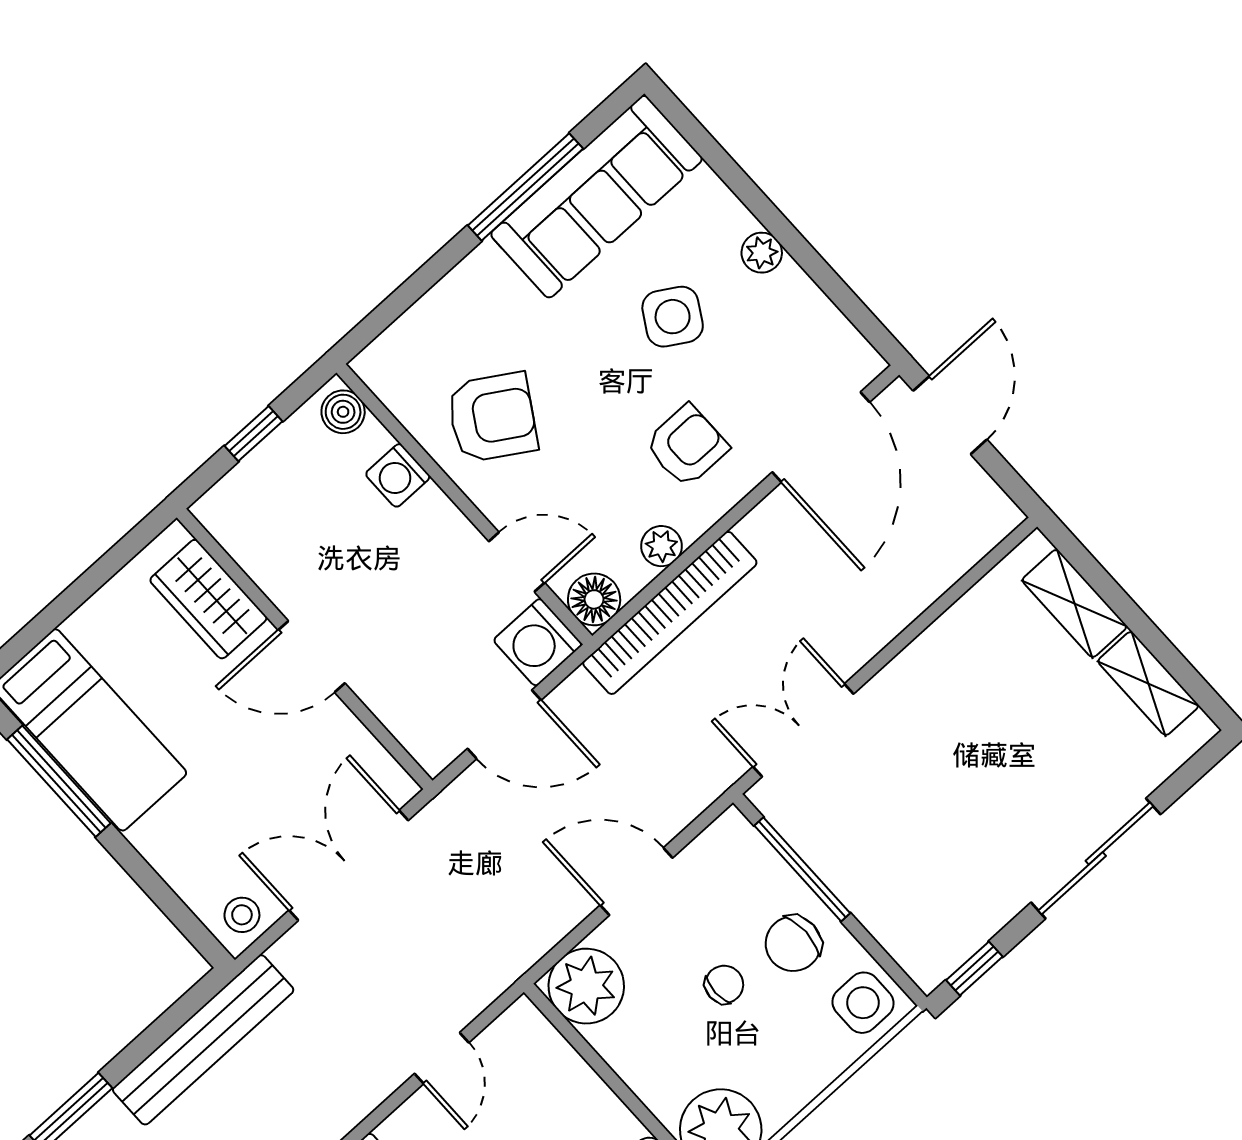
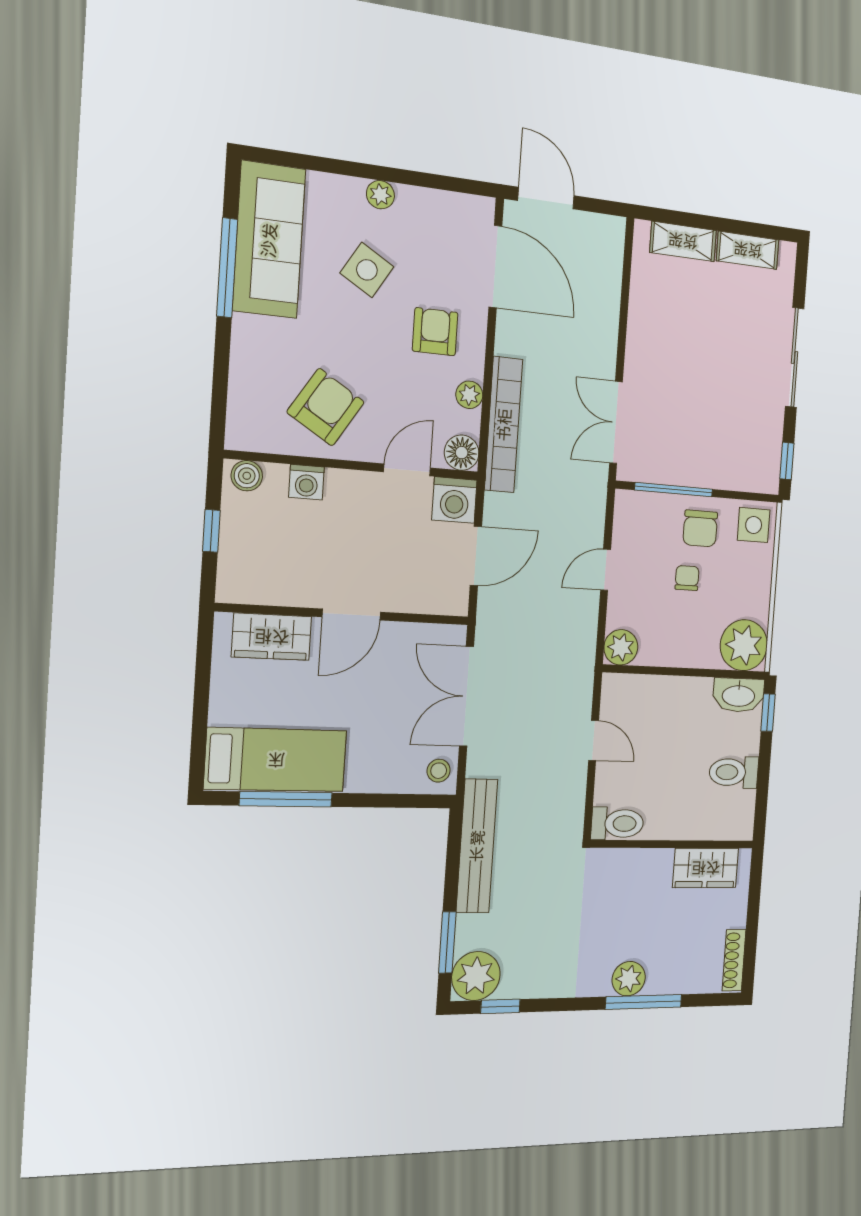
door: (636, 882) -> (606, 570), width x0.73
plant: (586, 986) -> (621, 647), width x0.73, depth x0.73

